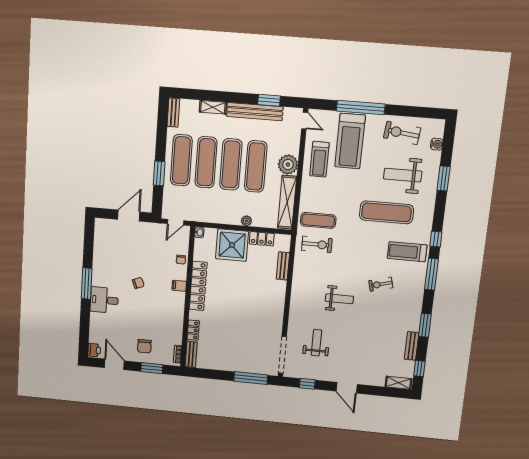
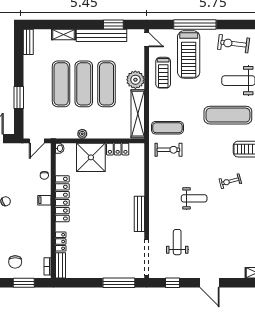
exercise mat: (181, 160) -> (38, 84), removed
plant: (246, 221) -> (82, 134), moved
bench: (283, 266) -> (139, 214), moved, width x1.36

